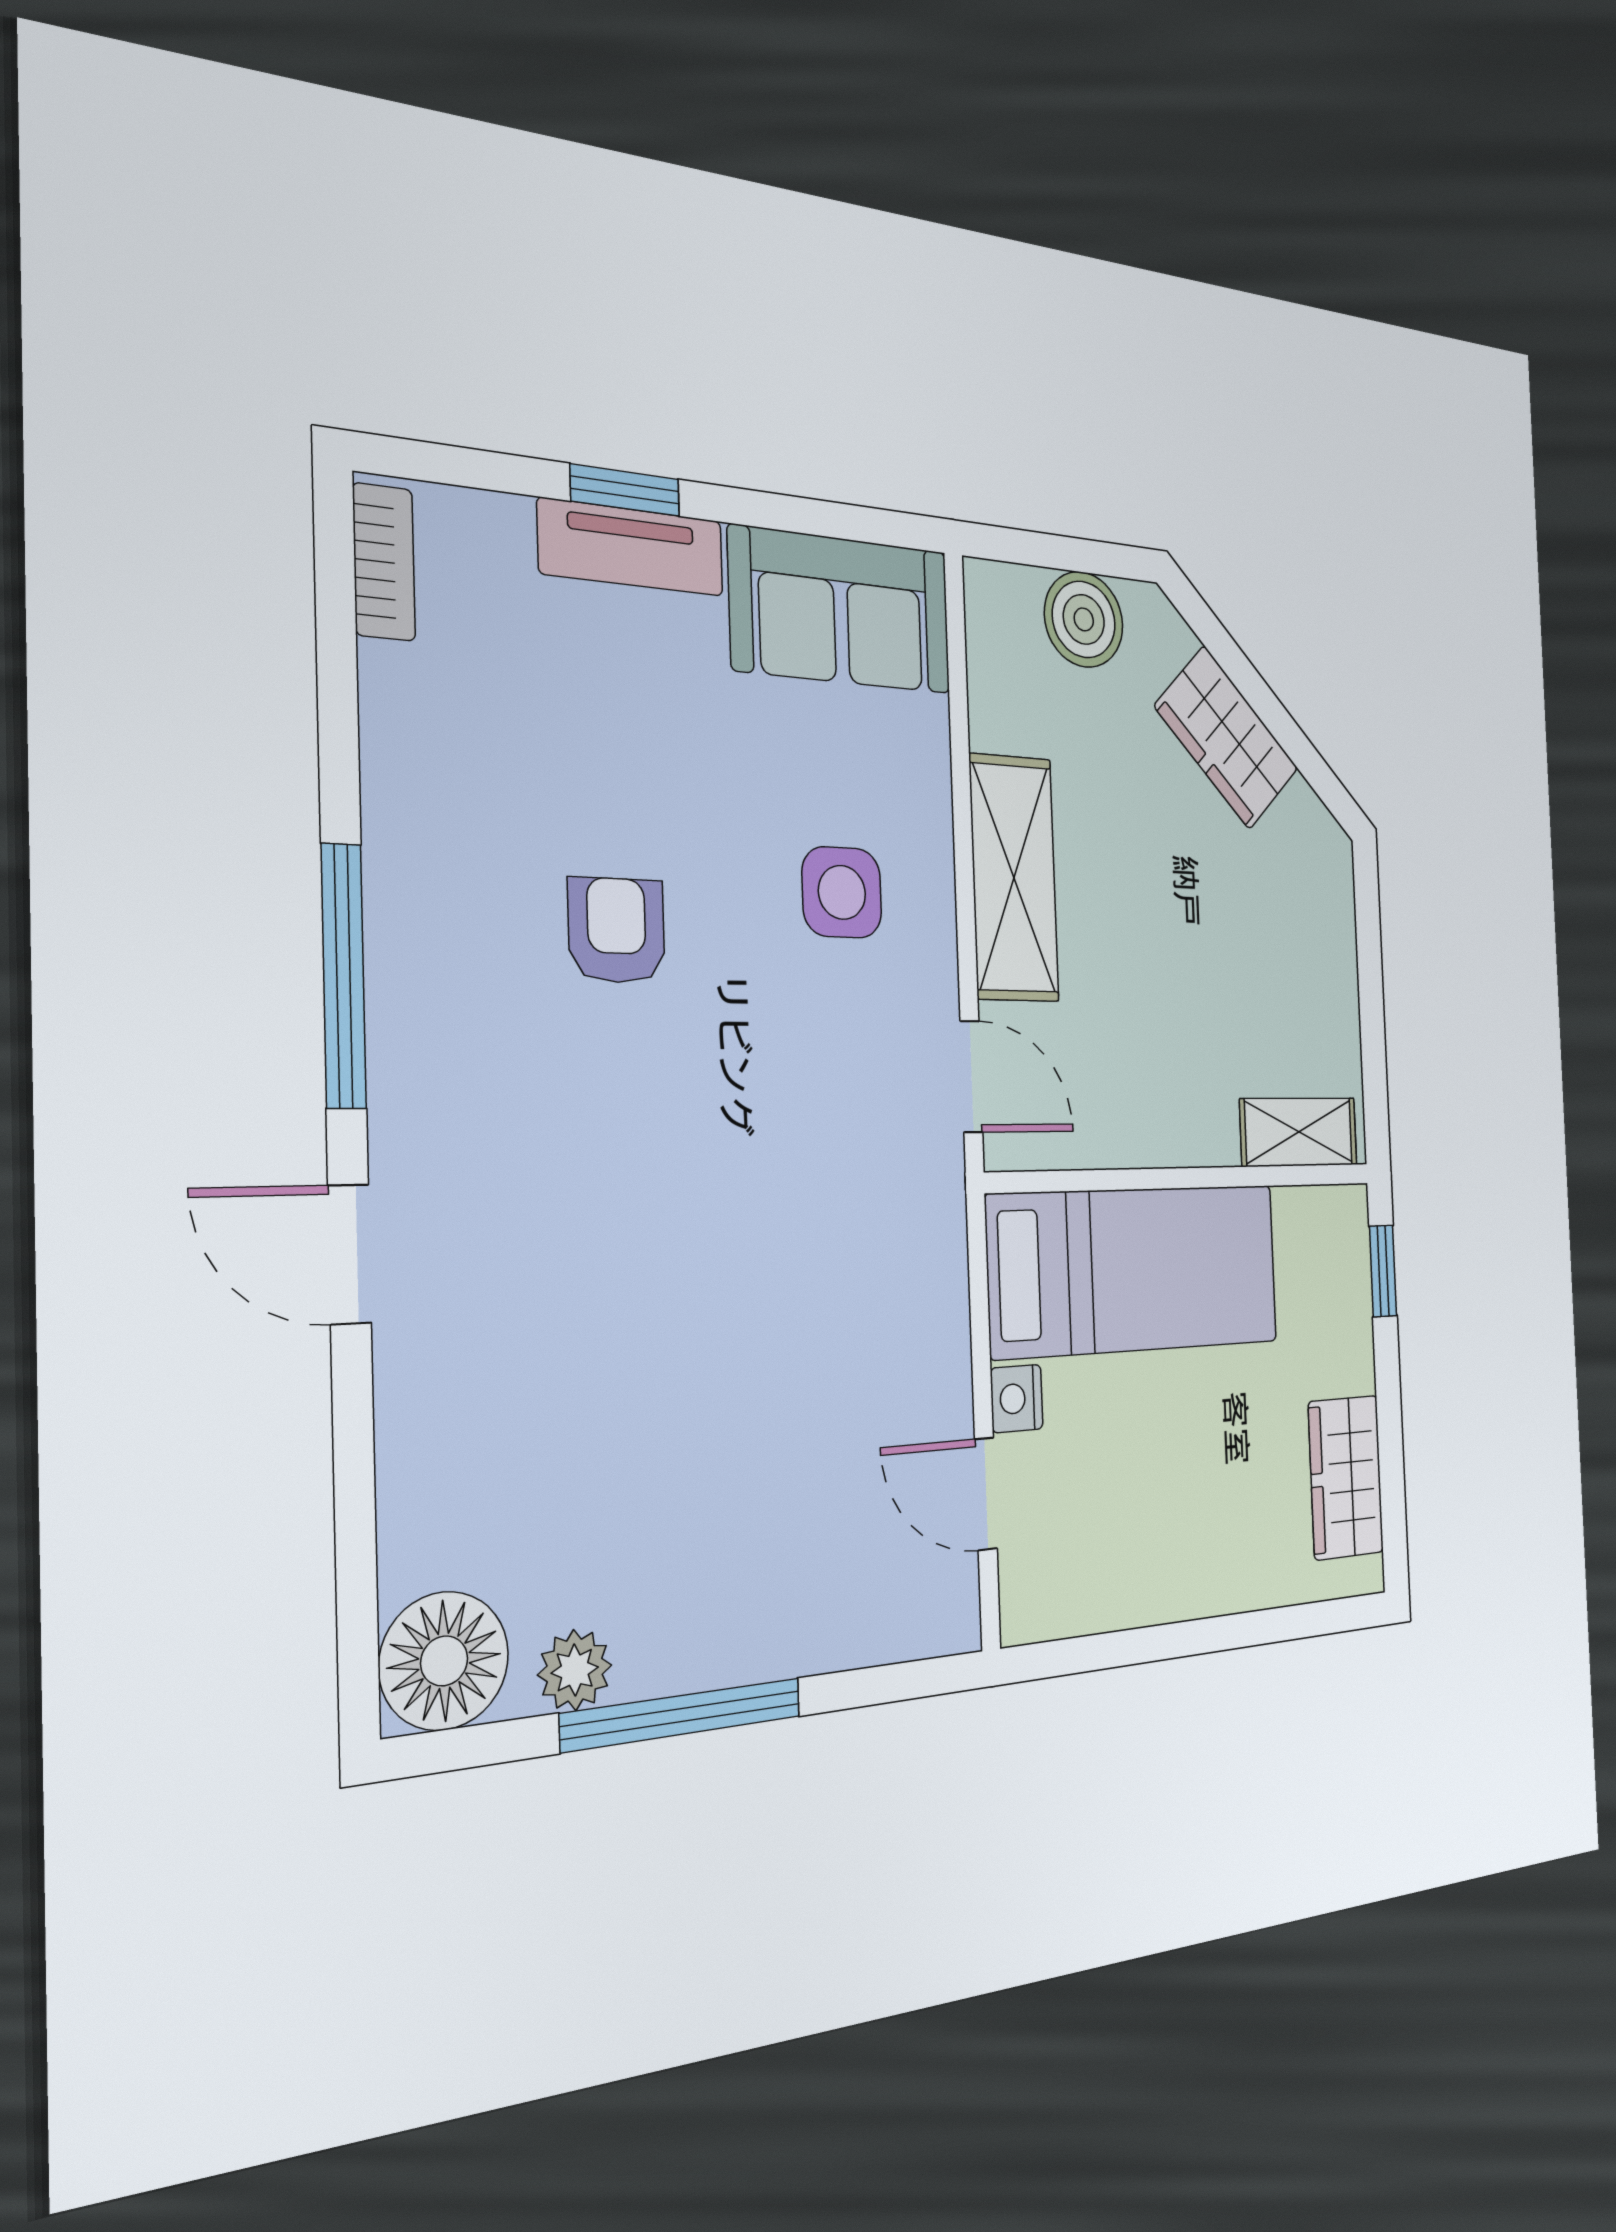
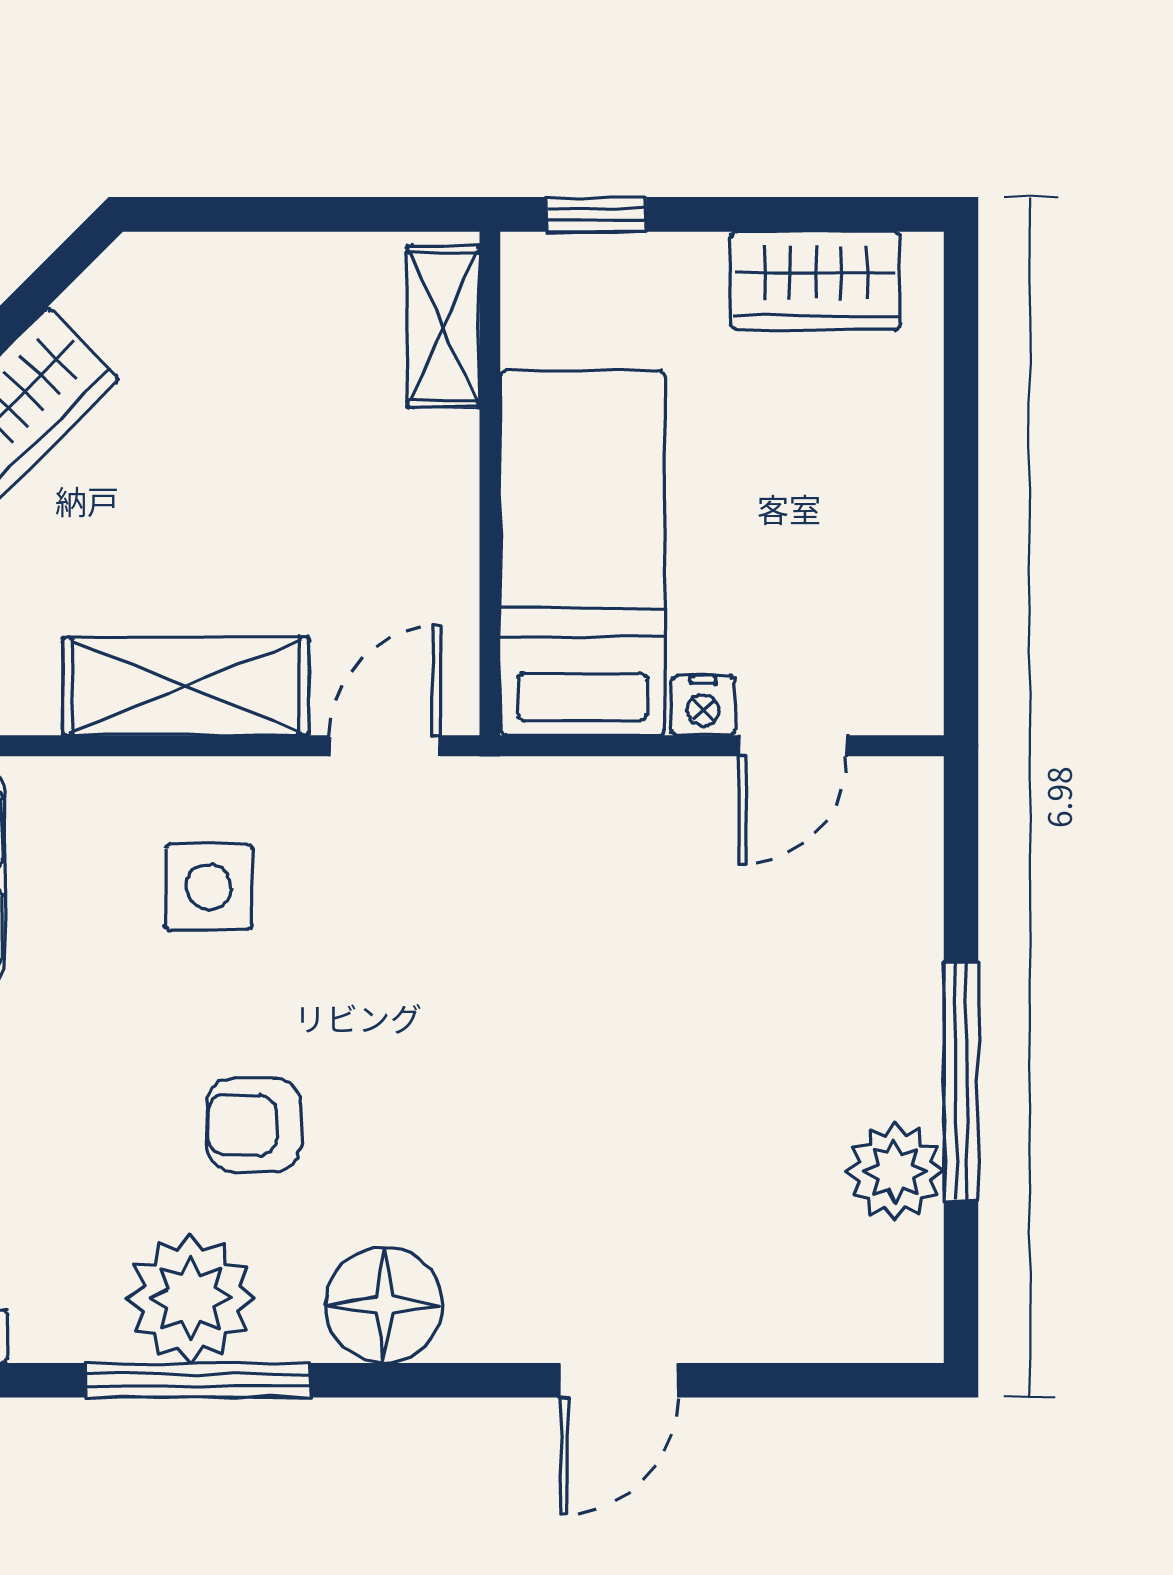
plant: (432, 851) -> (190, 1298), added
window: (344, 976) -> (198, 1380), moved
door: (350, 1254) -> (619, 1380), moved
floor lamp: (444, 1661) -> (384, 1305), moved
plant: (575, 1670) -> (895, 1171), width x1.38, depth x1.38

